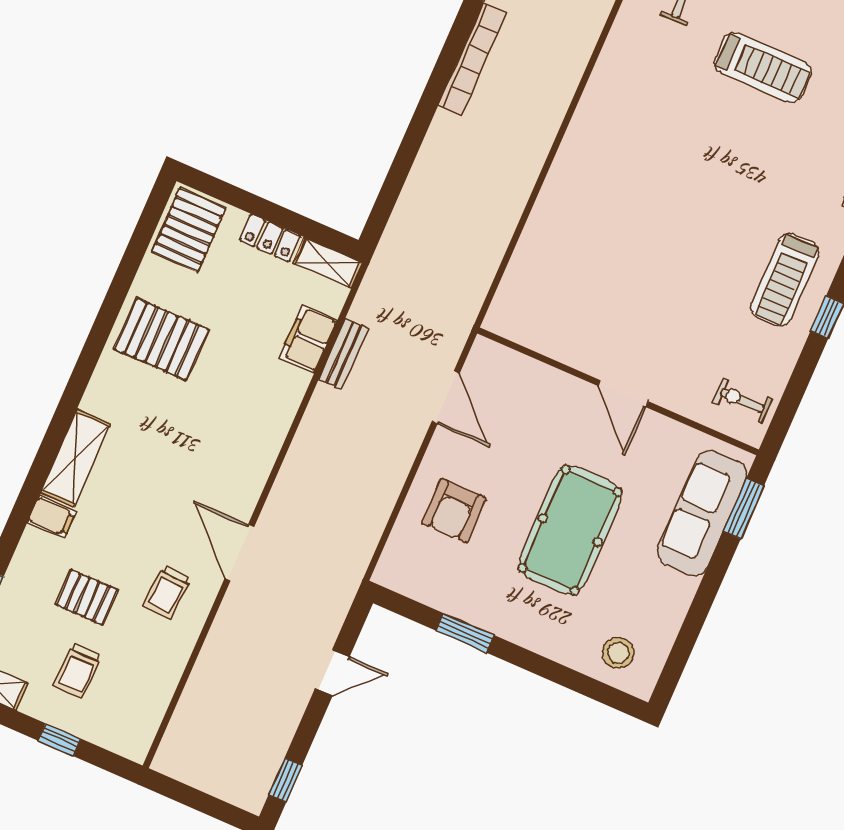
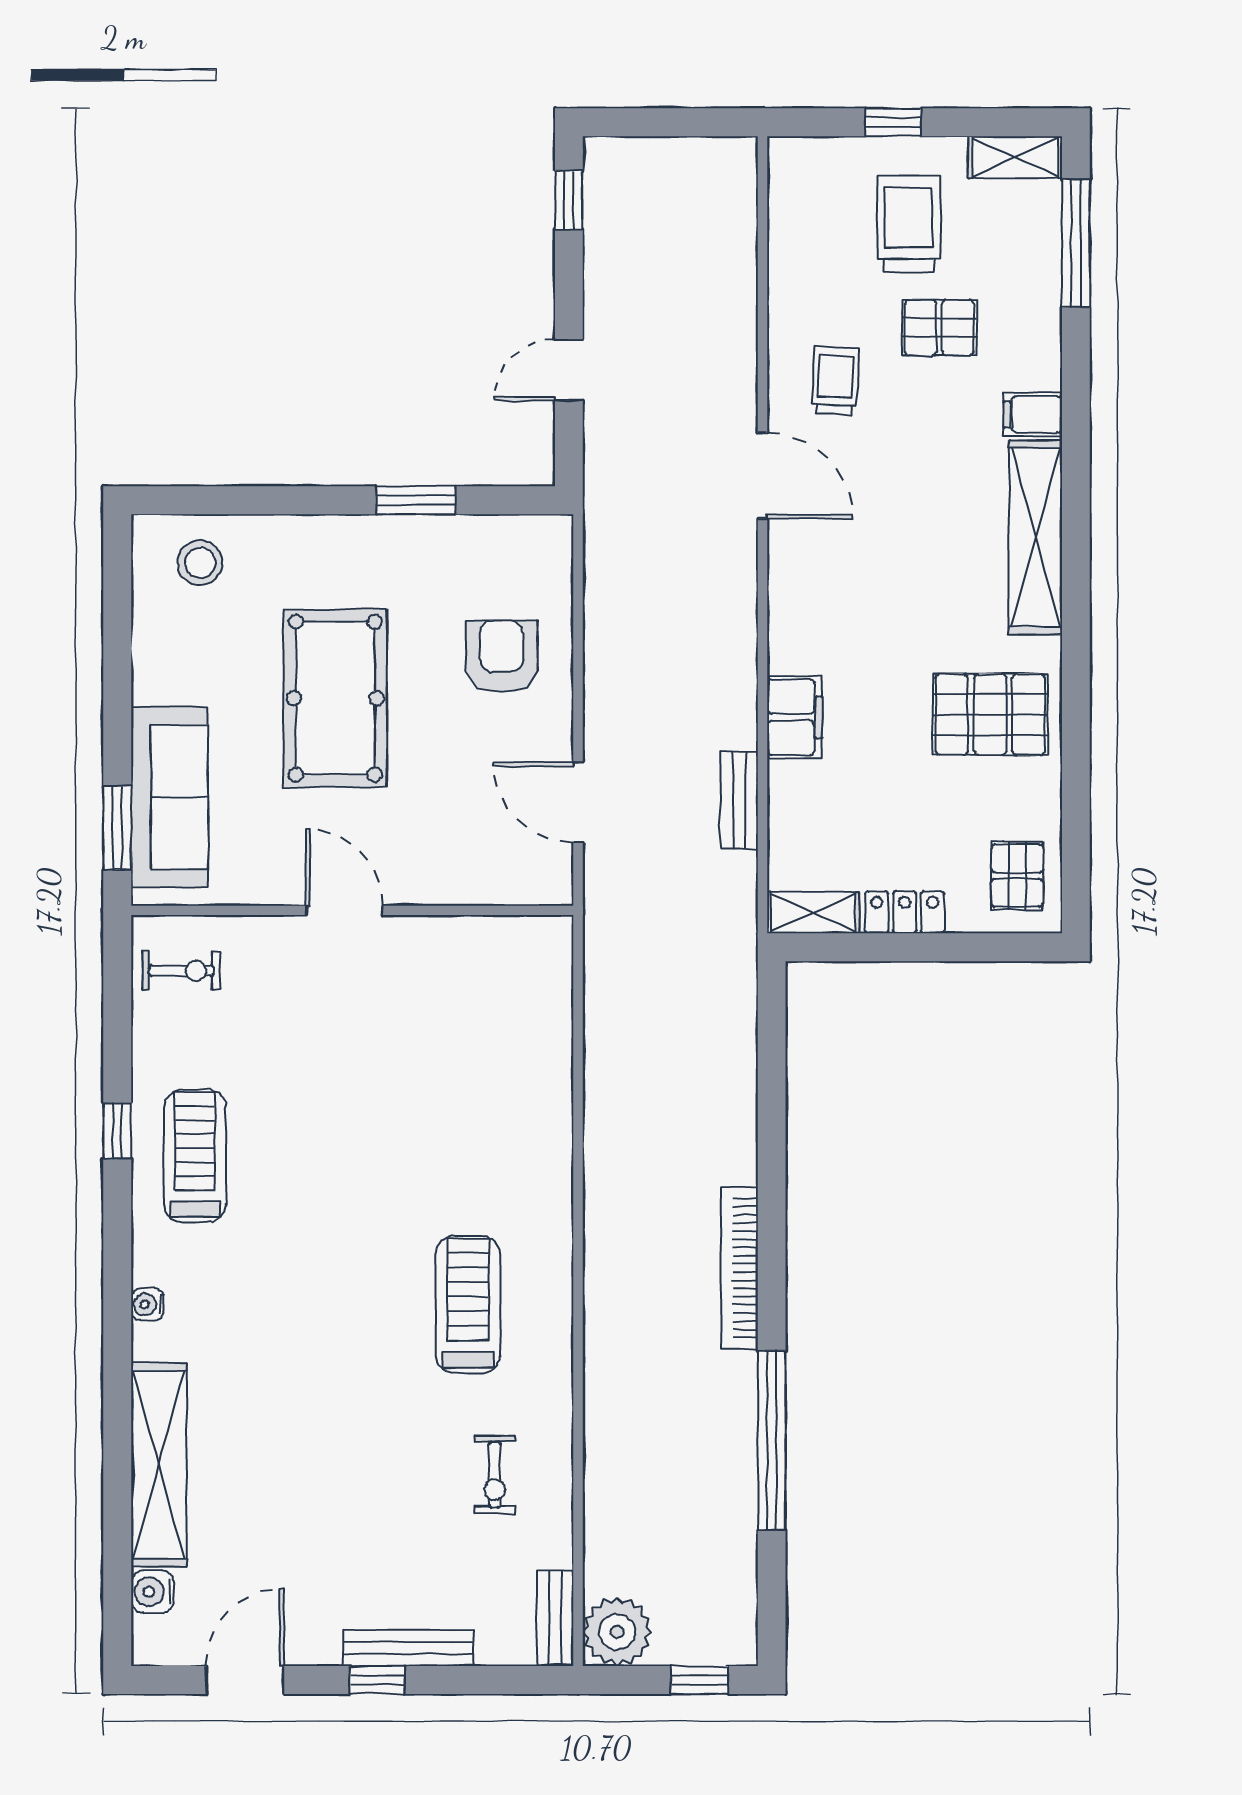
treadmill: (763, 67) -> (468, 1305), moved, turned 90
pallet: (189, 230) -> (1017, 876), width x0.67, depth x0.71
filing cabinet: (308, 339) -> (795, 717), moved
shelving: (75, 458) -> (1035, 537), width x1.47
trolley: (78, 671) -> (909, 224), width x1.36, depth x1.39

